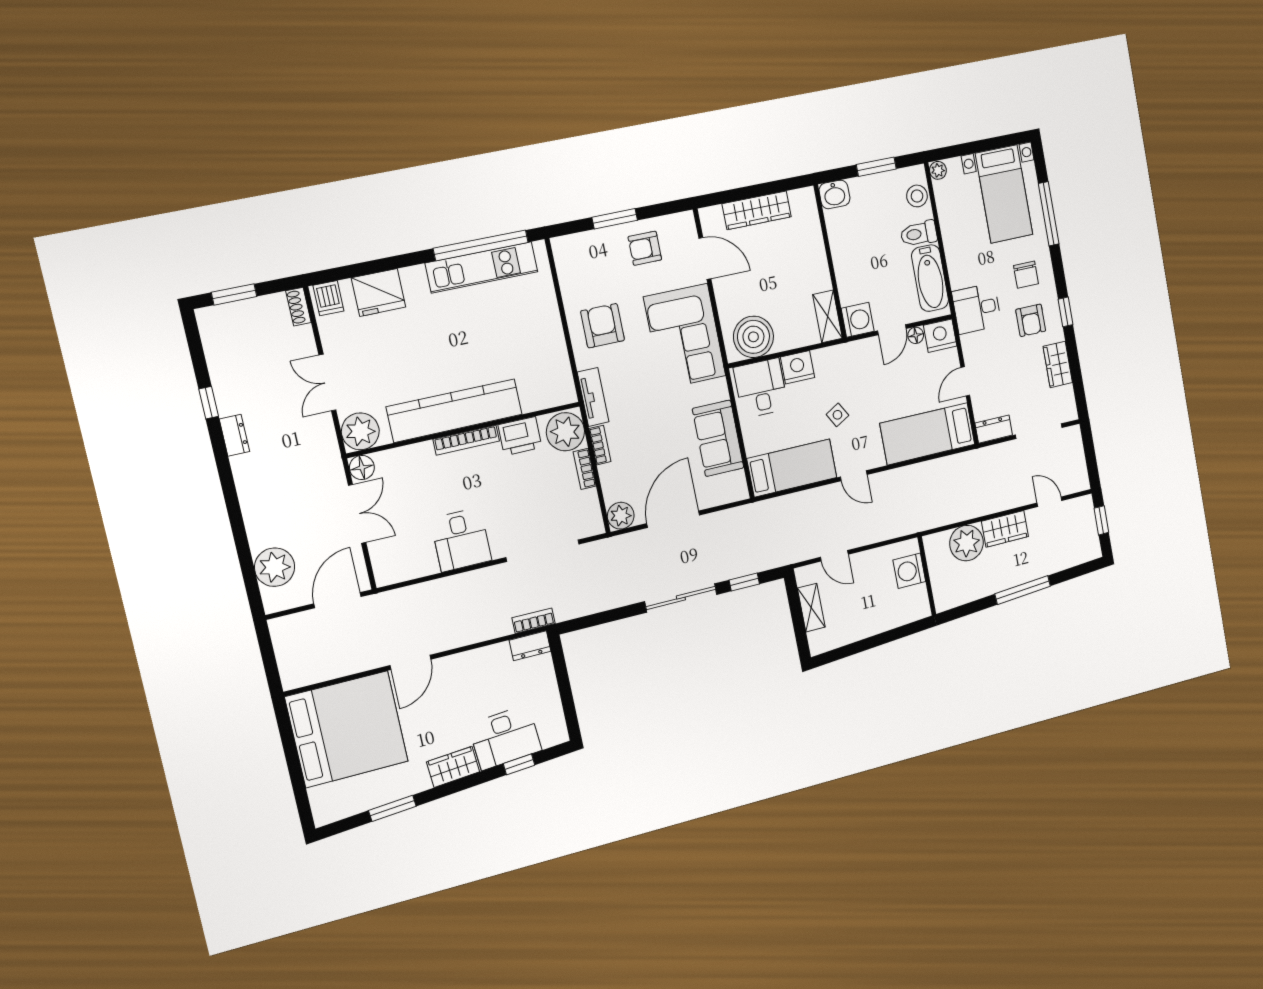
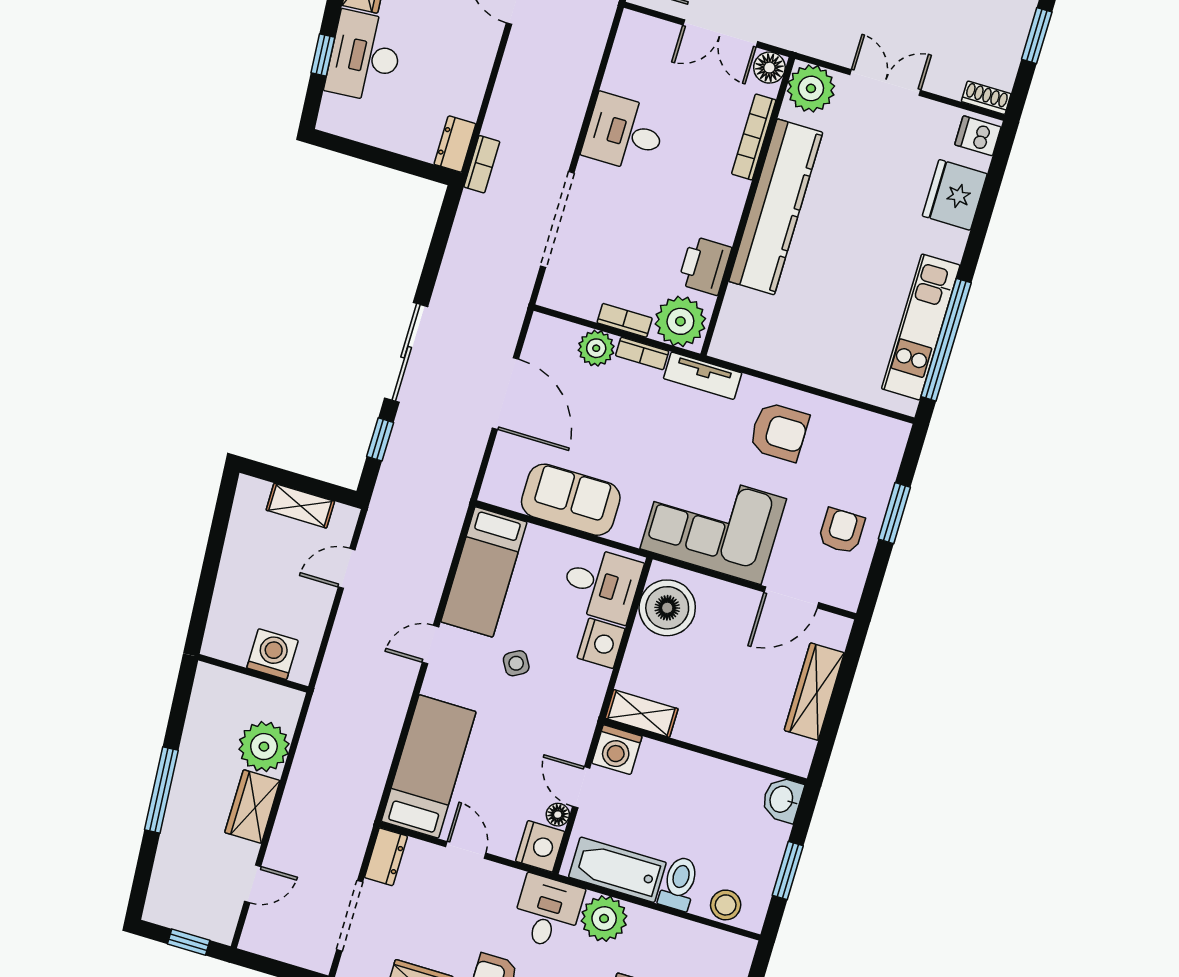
plant: (938, 170) -> (604, 919), moved, width x1.88, depth x1.88
bookcase: (466, 440) -> (754, 137), moved
plant: (621, 516) -> (596, 348), moved

